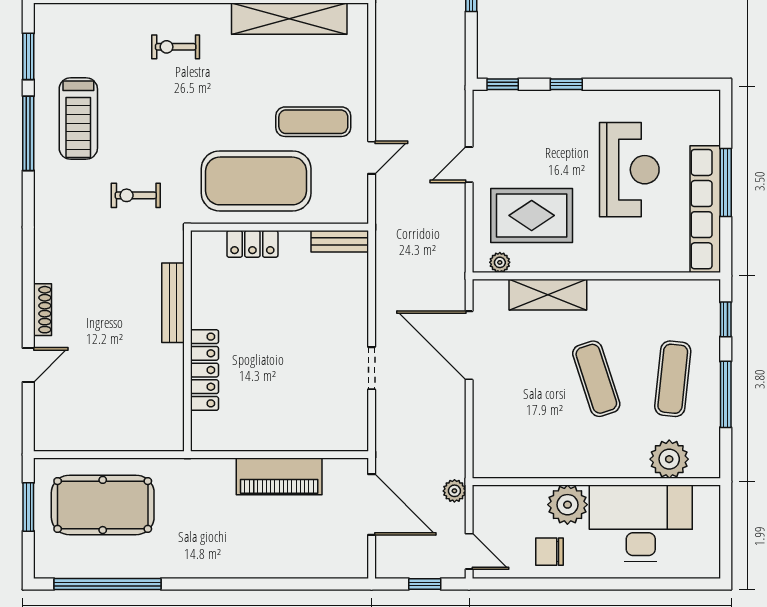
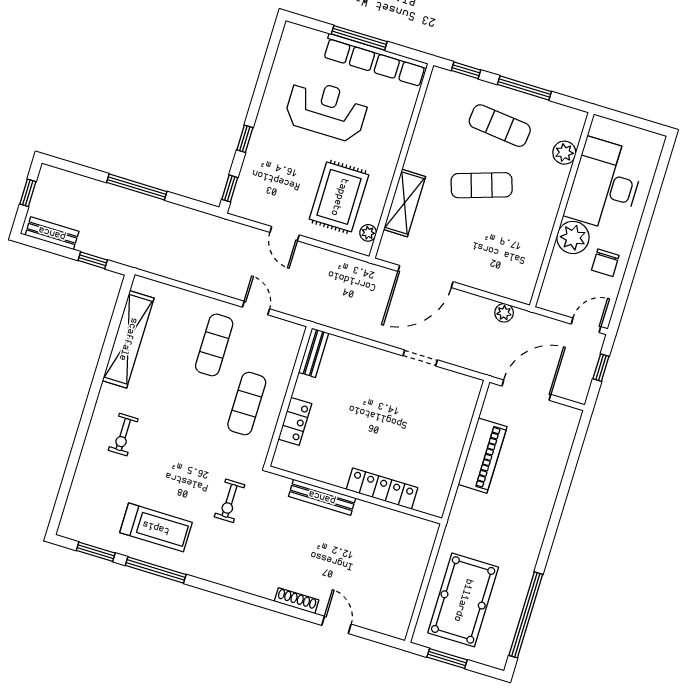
exercise mat: (256, 181) -> (247, 404), width x0.50, depth x0.69
plant: (669, 459) -> (564, 153), width x0.73, depth x0.73
plant: (454, 491) -> (504, 313), moved

